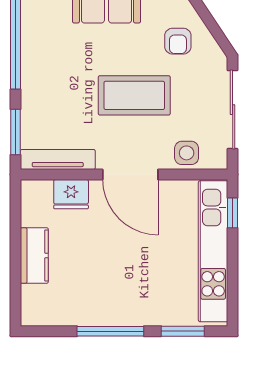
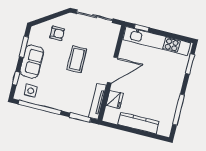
coffee table: (134, 95) -> (77, 59), width x0.73, depth x0.76
side table: (187, 153) -> (31, 91), moved
kitchen counter: (34, 255) -> (138, 123), width x1.50
window: (110, 331) -> (178, 110), moved

